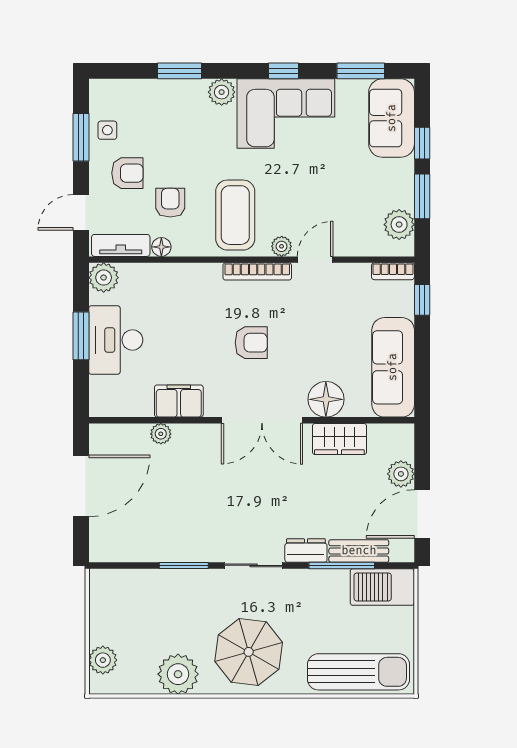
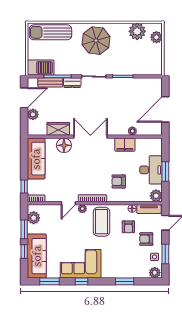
plant: (222, 92) -> (155, 273), moved
sofa: (392, 118) -> (37, 256), width x1.36
armchair: (251, 343) -> (119, 181), moved
plant: (178, 674) -> (137, 31), moved

